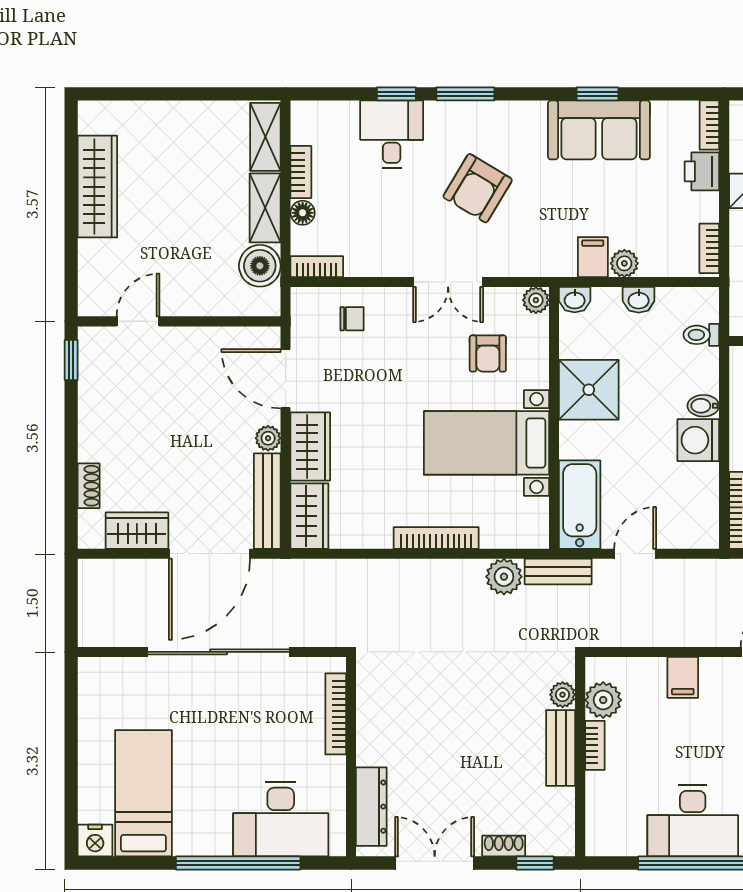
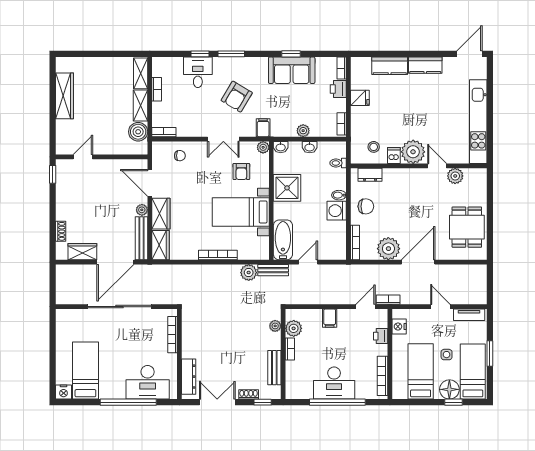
floor lamp: (303, 213) -> (157, 108), removed
filing cabinet: (593, 257) -> (263, 128), moved
bench: (561, 748) -> (274, 368), moved

